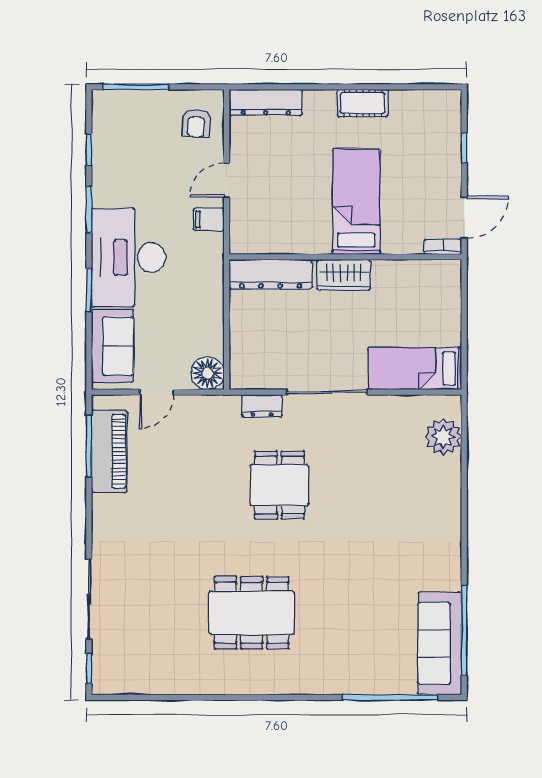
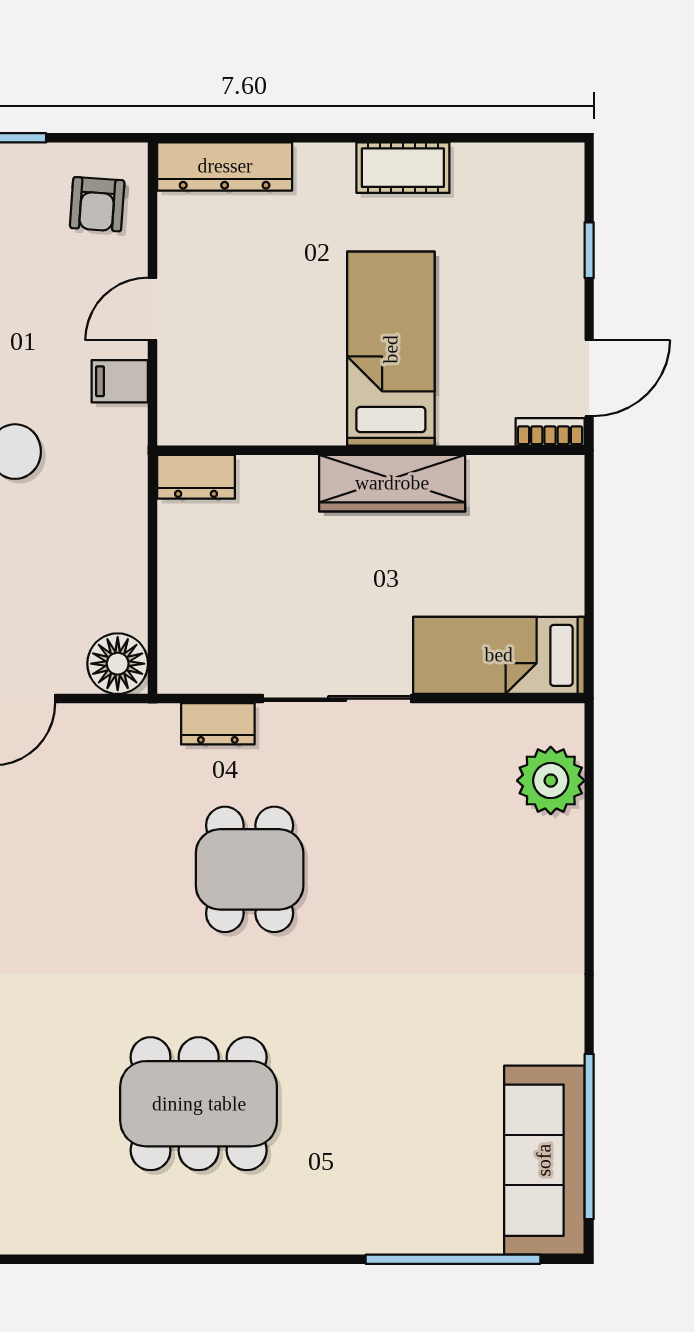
dresser: (271, 274) -> (196, 477), width x0.51, depth x0.80
wardrobe: (344, 275) -> (392, 483), width x1.50

